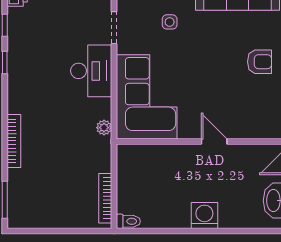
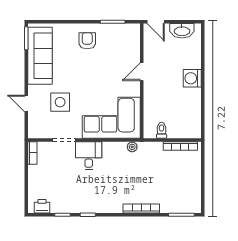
side table: (170, 22) -> (60, 102), width x1.87, depth x1.87
desk: (91, 71) -> (89, 156), width x0.73
toilet: (128, 221) -> (162, 130), moved

